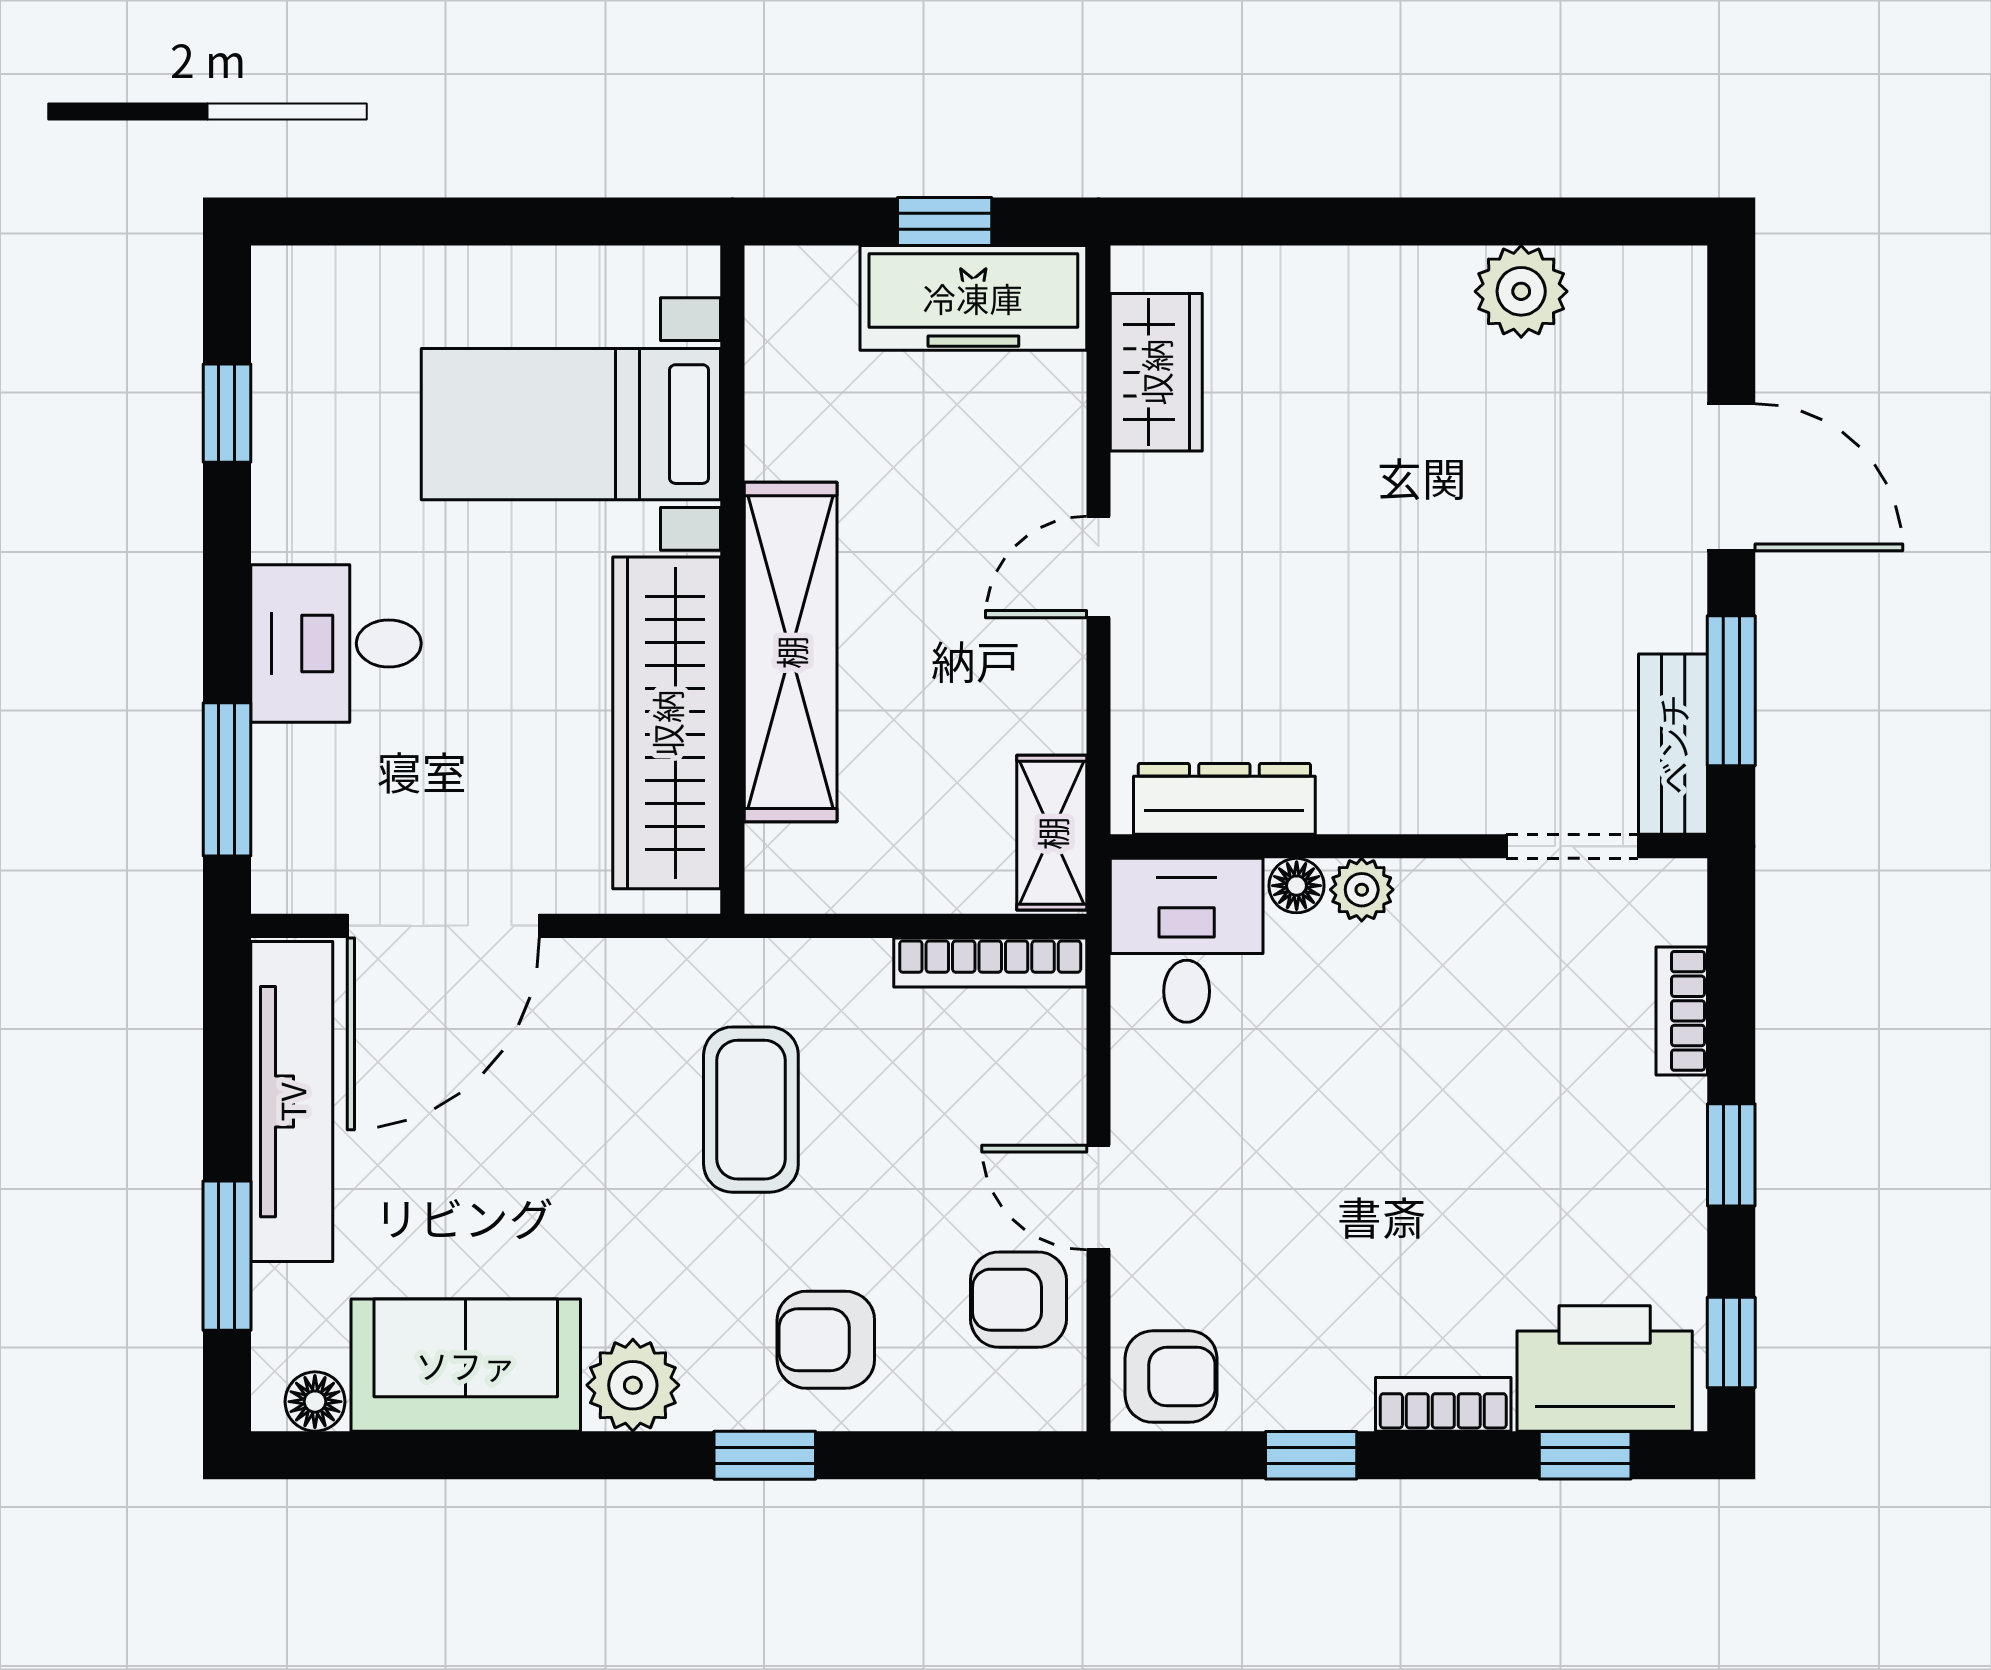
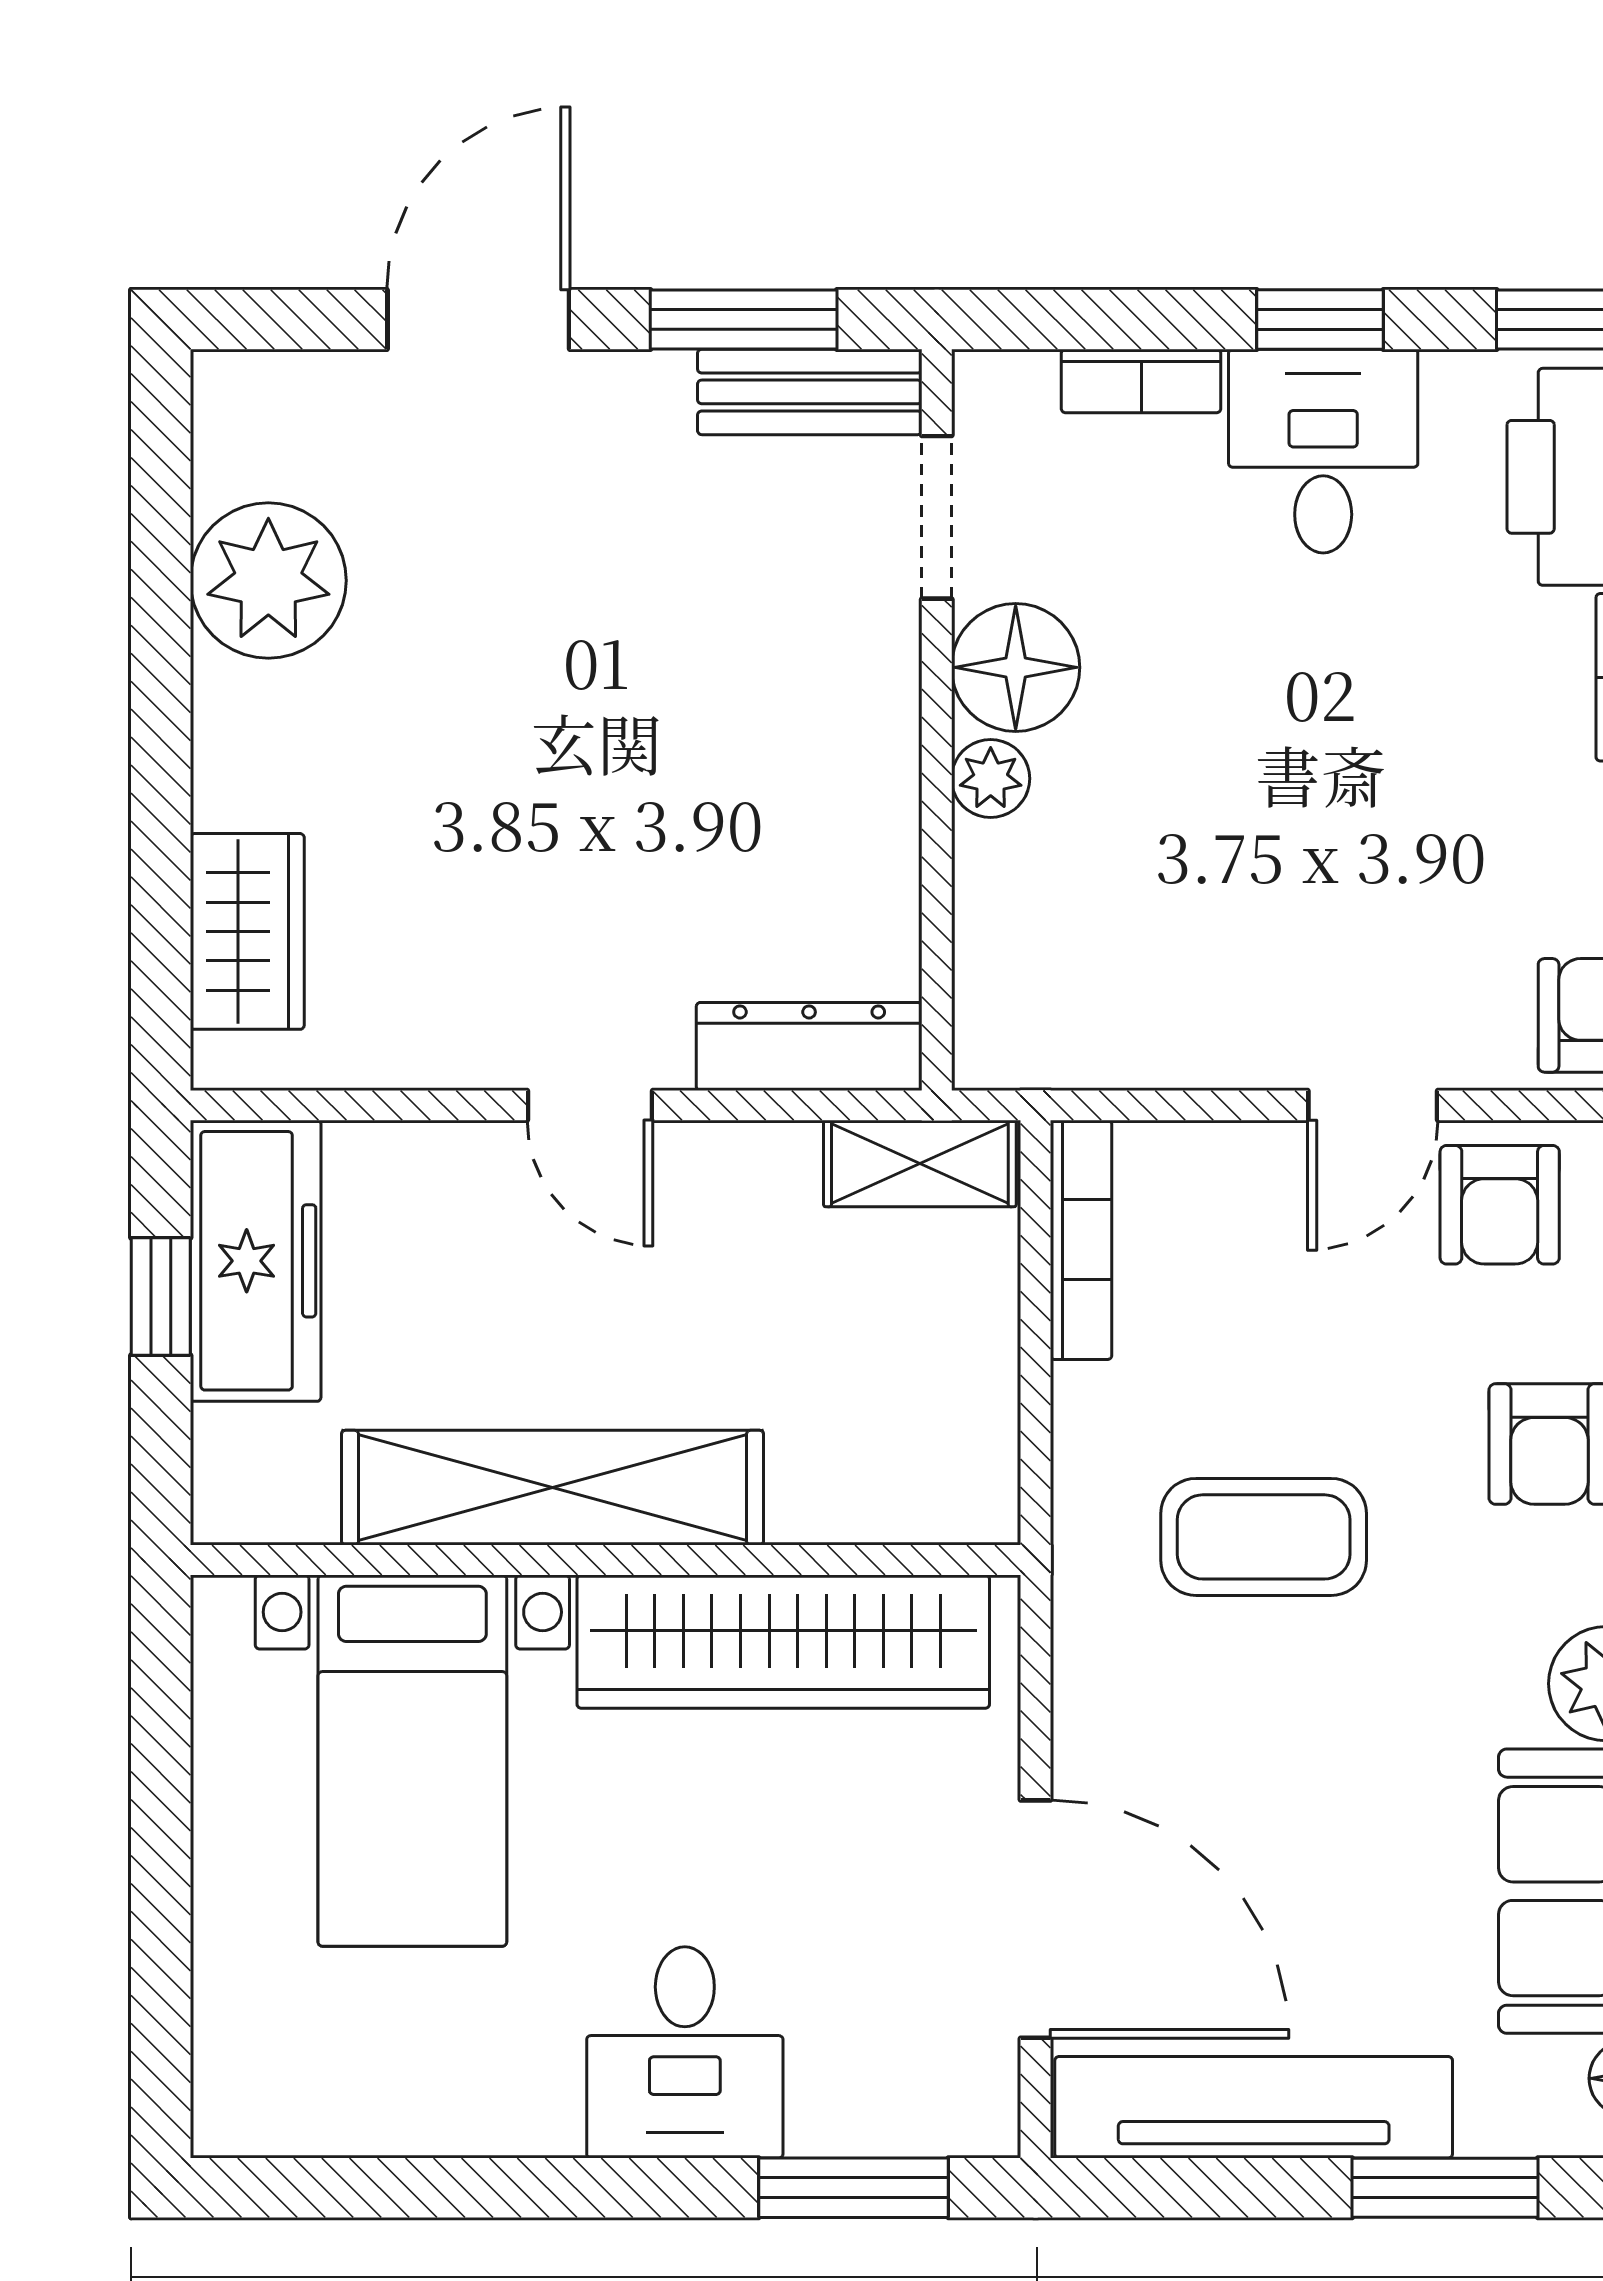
plant: (1521, 291) -> (268, 581), width x1.36, depth x1.36
wardrobe: (1156, 372) -> (247, 931), moved, turned 90
window: (227, 413) -> (399, 2188), removed
shelving: (791, 652) -> (553, 1488), moved
dresser: (1224, 799) -> (809, 1046), moved, turned 90
floor lamp: (1297, 886) -> (1016, 667), moved, width x1.89, depth x1.89
desk: (1187, 940) -> (1323, 451), moved, turned 90

